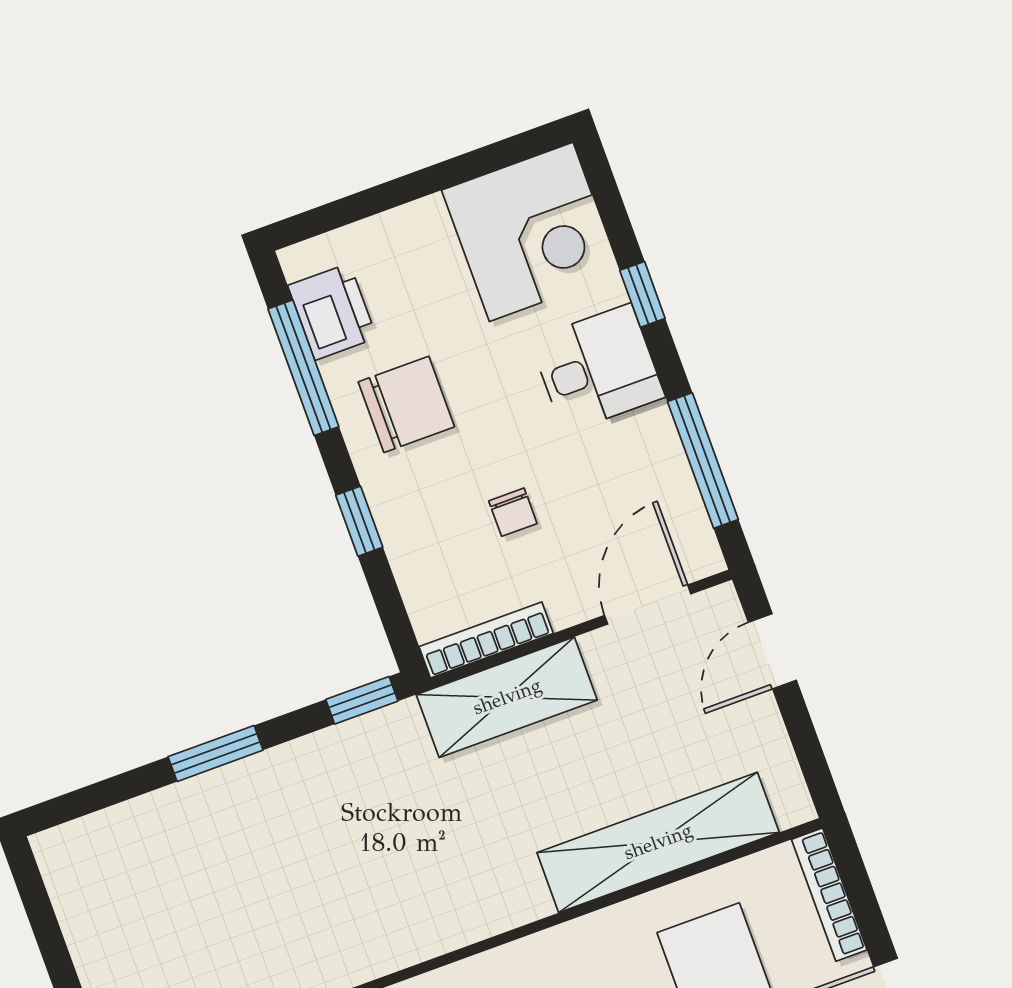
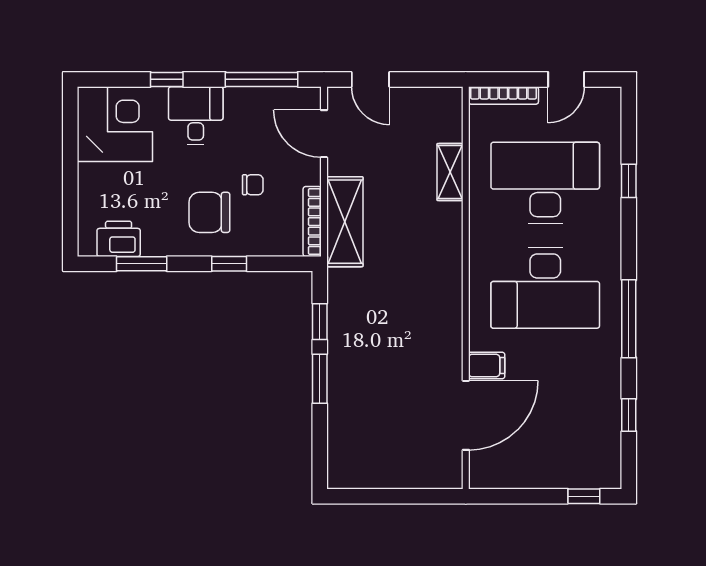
window: (303, 368) -> (142, 264), width x0.69
chair: (406, 404) -> (209, 212), moved, turned -90
window: (362, 700) -> (320, 322), moved
shelving: (658, 842) -> (450, 172), width x0.45, depth x0.75

